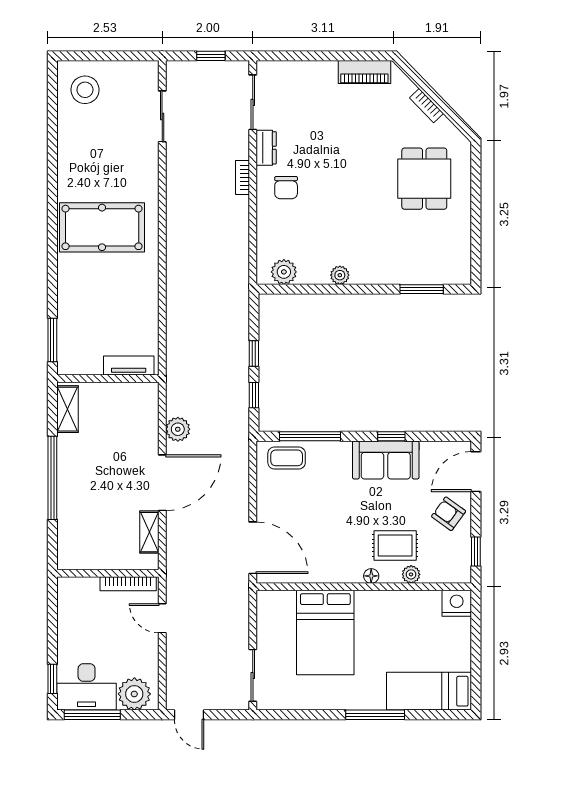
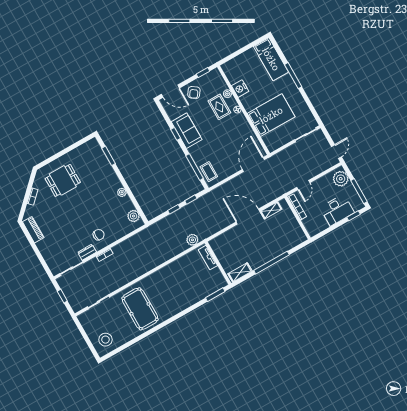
pool table: (102, 227) -> (140, 309), moved
plant: (178, 429) -> (192, 240), moved
nightstand: (457, 603) -> (240, 89), moved
desk: (87, 687) -> (337, 210), moved, turned 90

